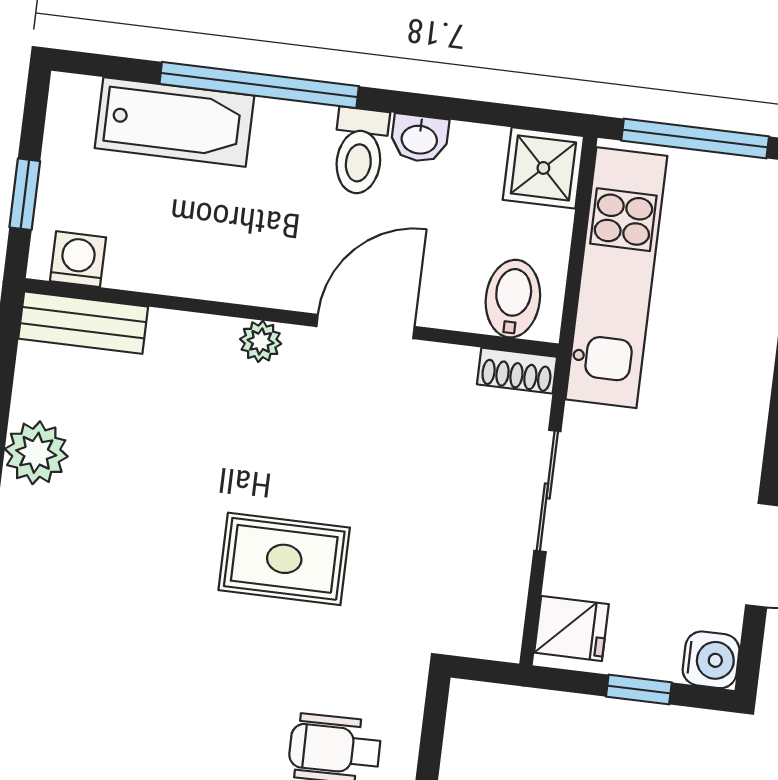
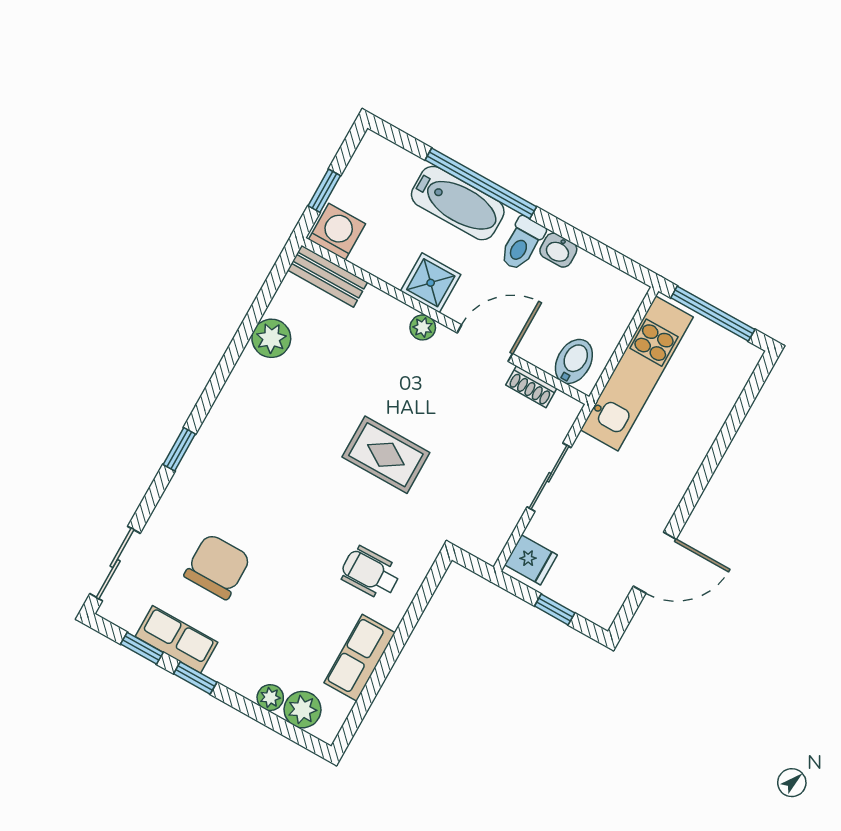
bathtub: (175, 122) -> (458, 203), moved
shower: (543, 168) -> (431, 283), moved
washing machine: (78, 259) -> (337, 232), width x1.38, depth x1.38
shoe rack: (517, 371) -> (531, 387), moved
water cooler: (711, 660) -> (602, 609), removed

